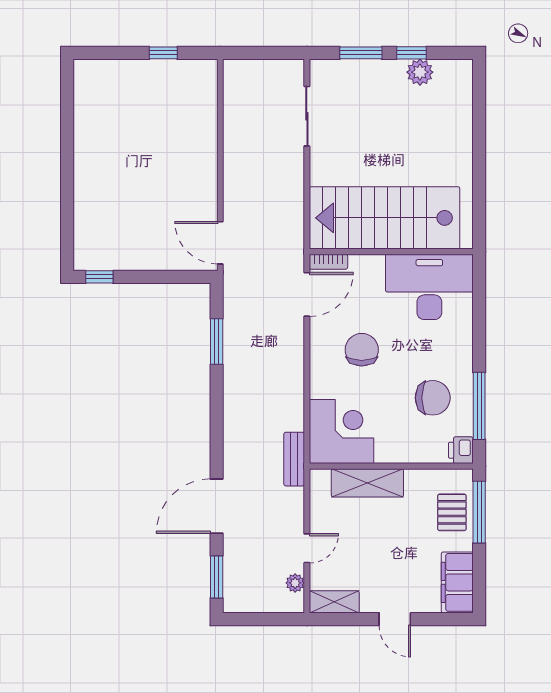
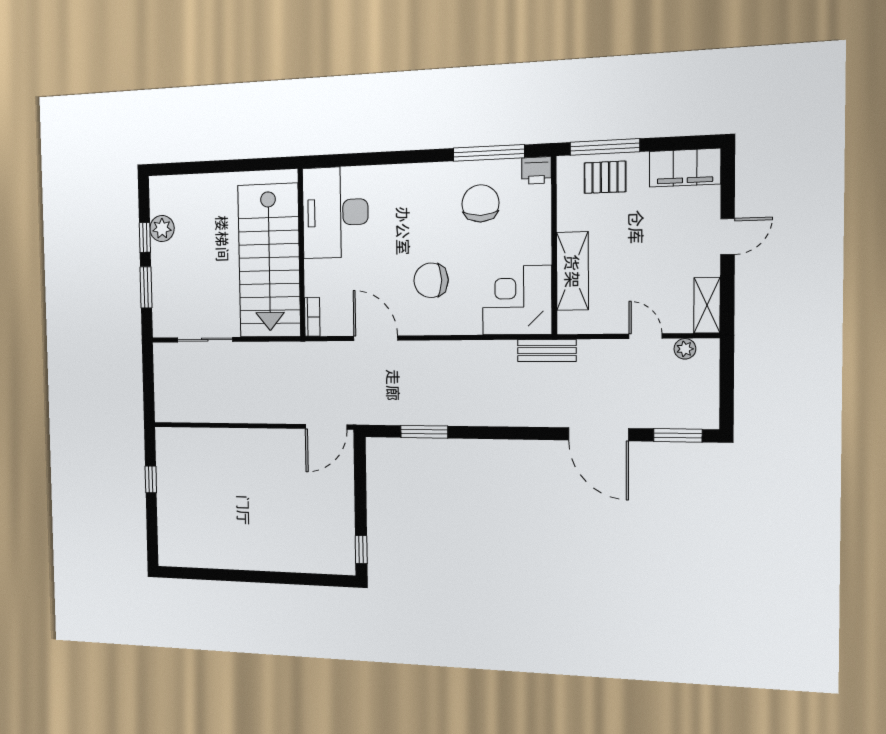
stairs: (385, 218) -> (269, 261), moved
wall: (391, 252) -> (301, 253), moved
bookcase: (328, 262) -> (312, 317), moved
desk: (429, 287) -> (335, 213), moved

